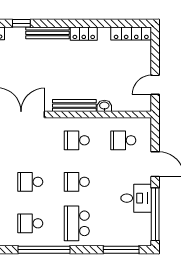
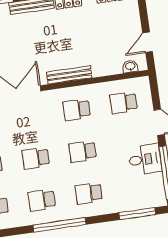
washbasin: (104, 106) -> (130, 66), moved
school desk: (77, 223) -> (89, 193), width x0.54

